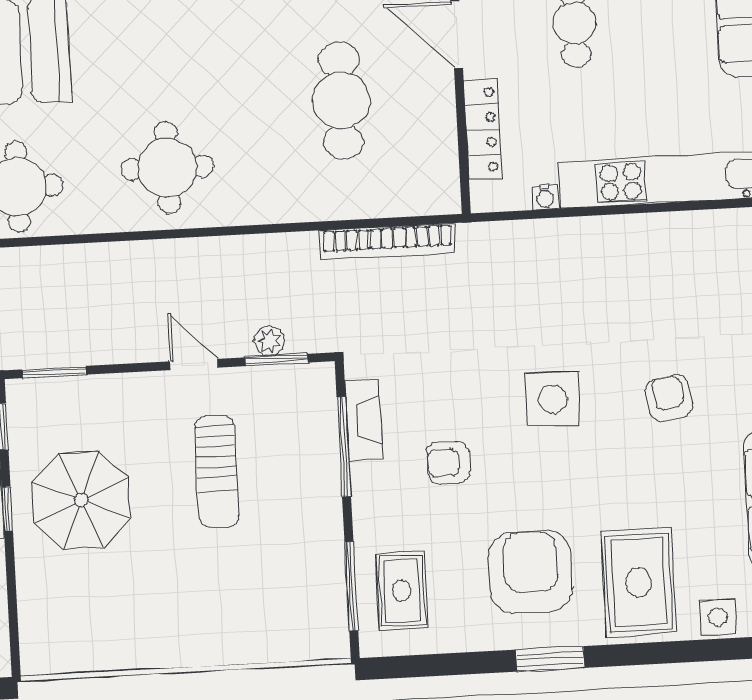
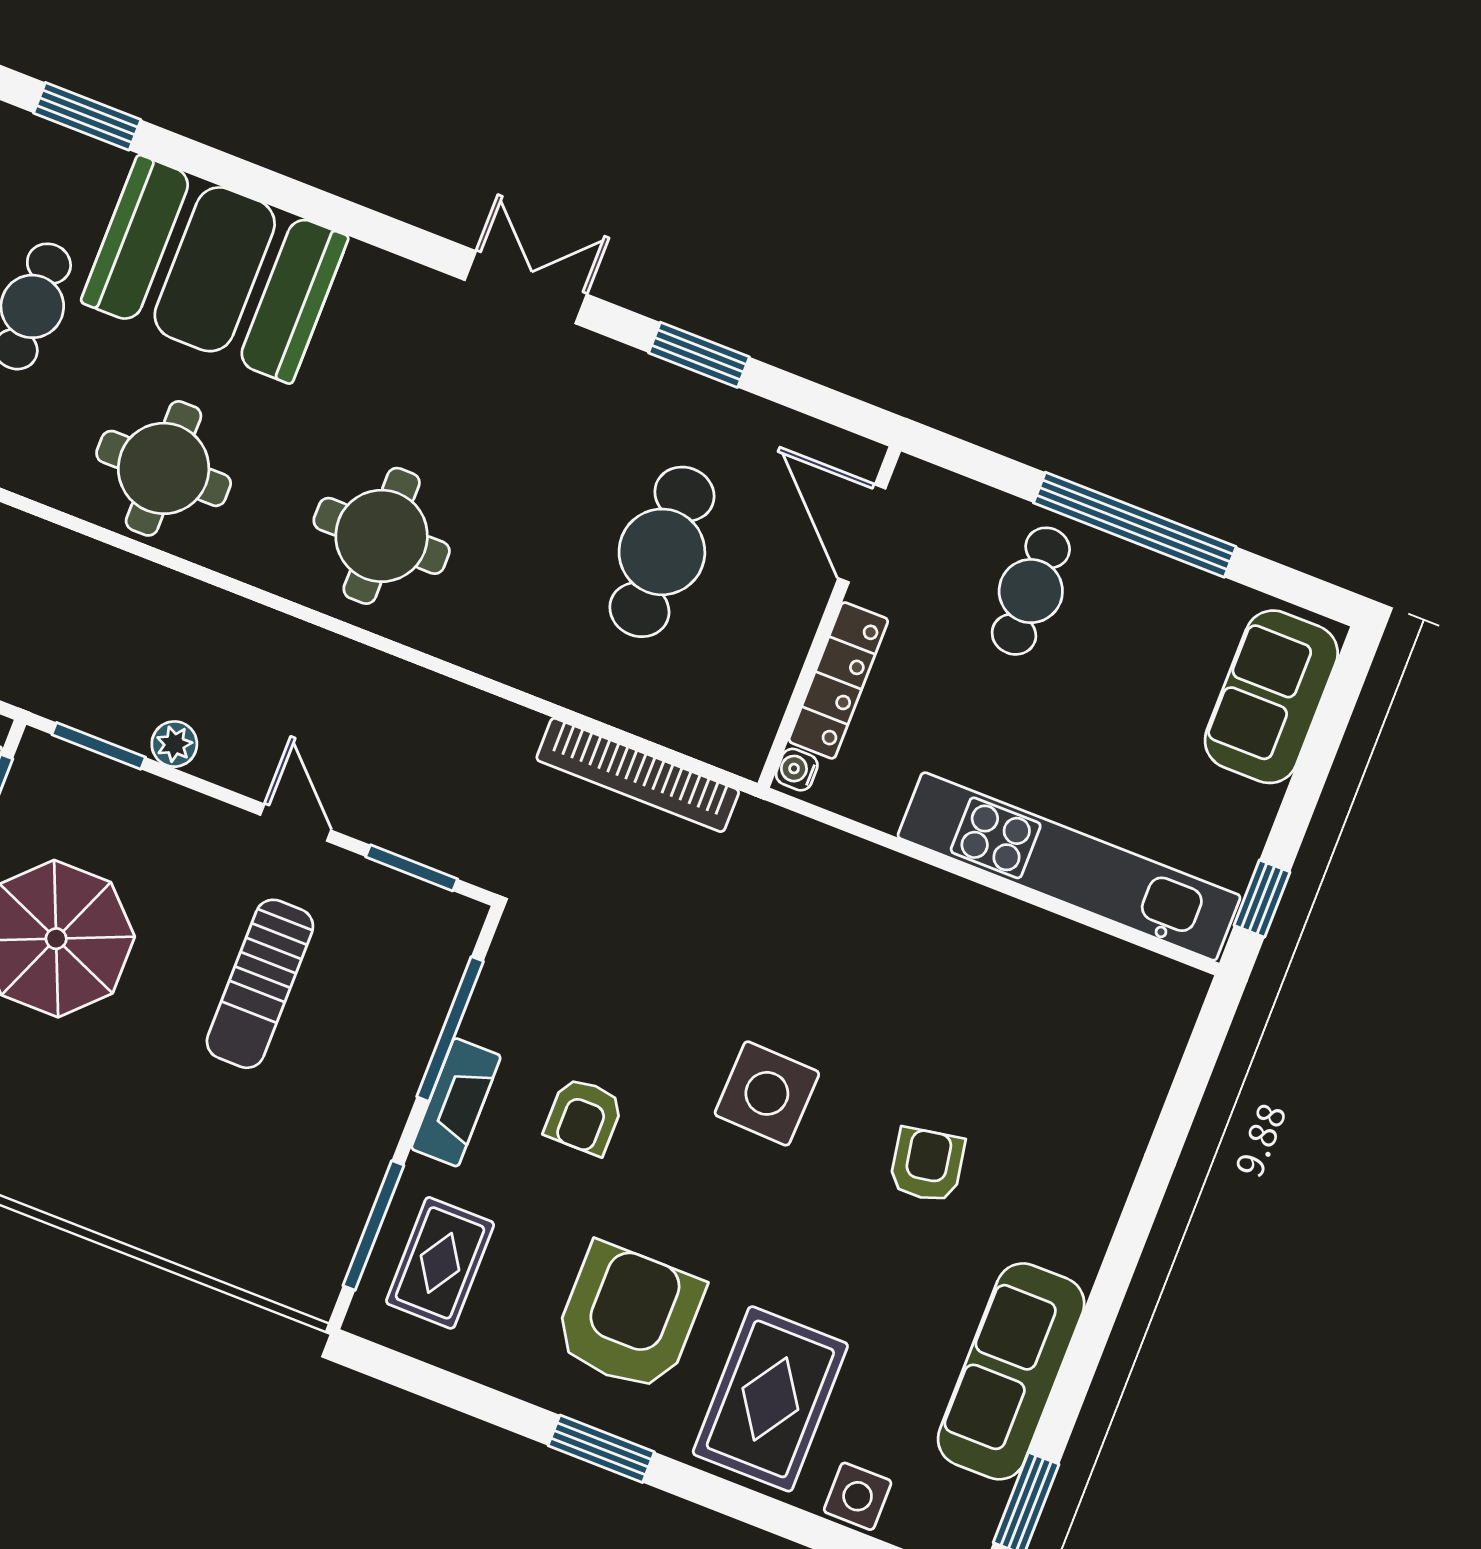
water cooler: (545, 197) -> (797, 770), moved, turned 90
plant: (270, 341) -> (174, 744), moved
fireplace: (364, 420) -> (456, 1102), moved
armchair: (448, 463) -> (584, 1116), turned -90

